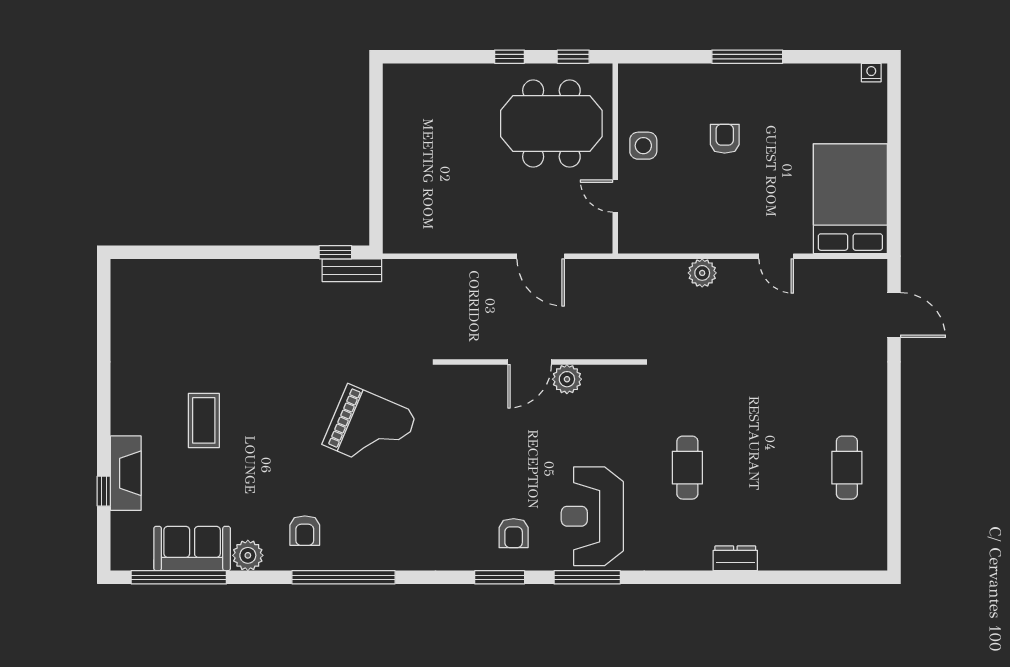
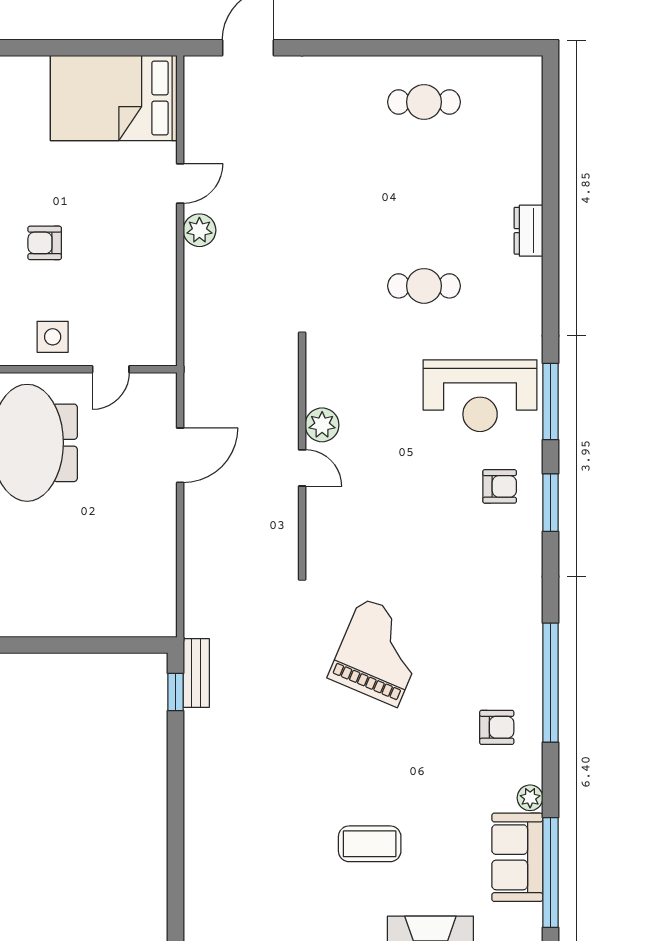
plant: (702, 273) -> (199, 230), moved
door: (530, 362) -> (302, 468), width x0.73
plant: (248, 555) -> (530, 798), width x0.73, depth x0.73

